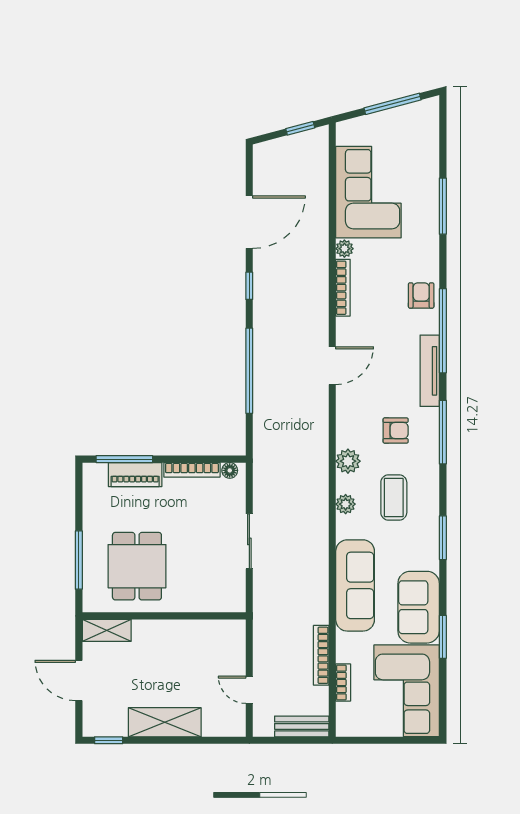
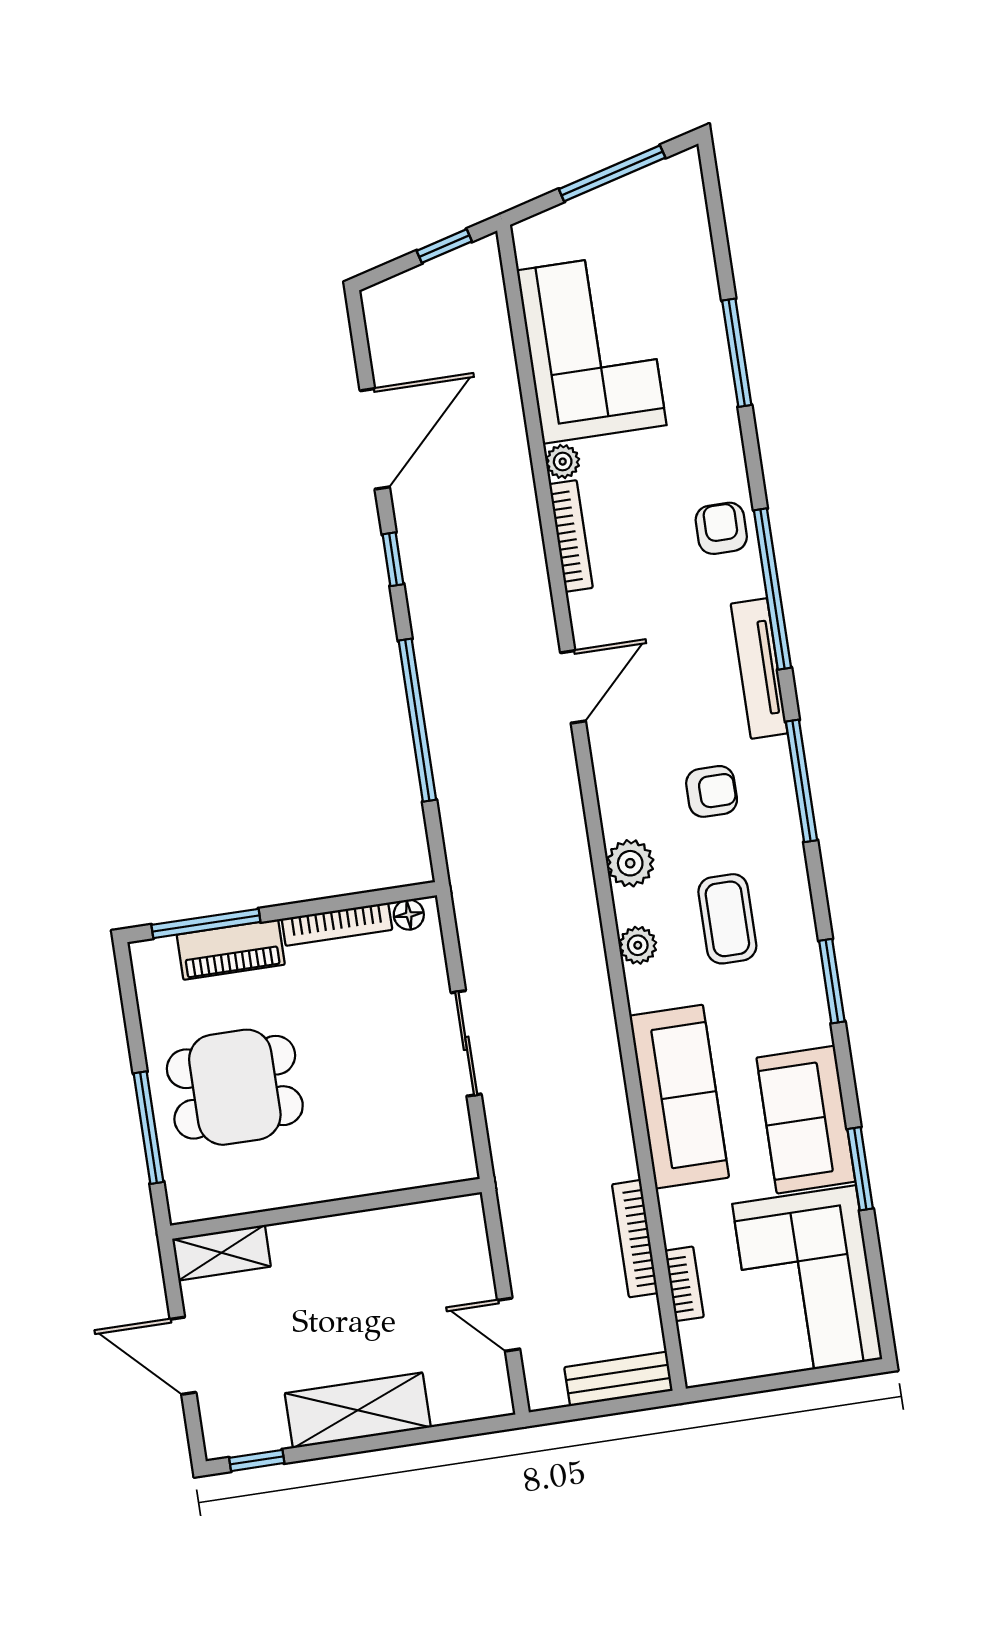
dining table: (137, 566) -> (235, 1087), moved, turned 90

